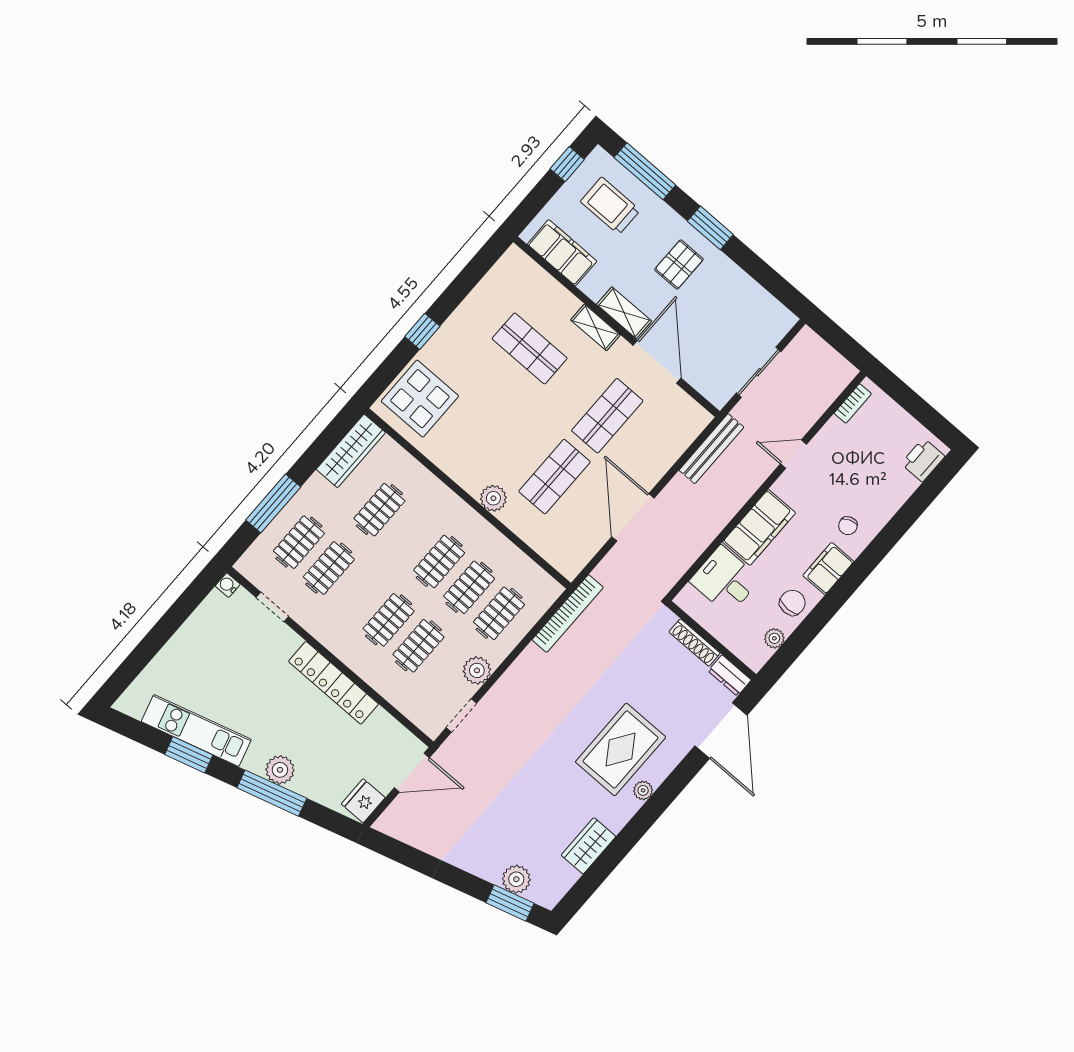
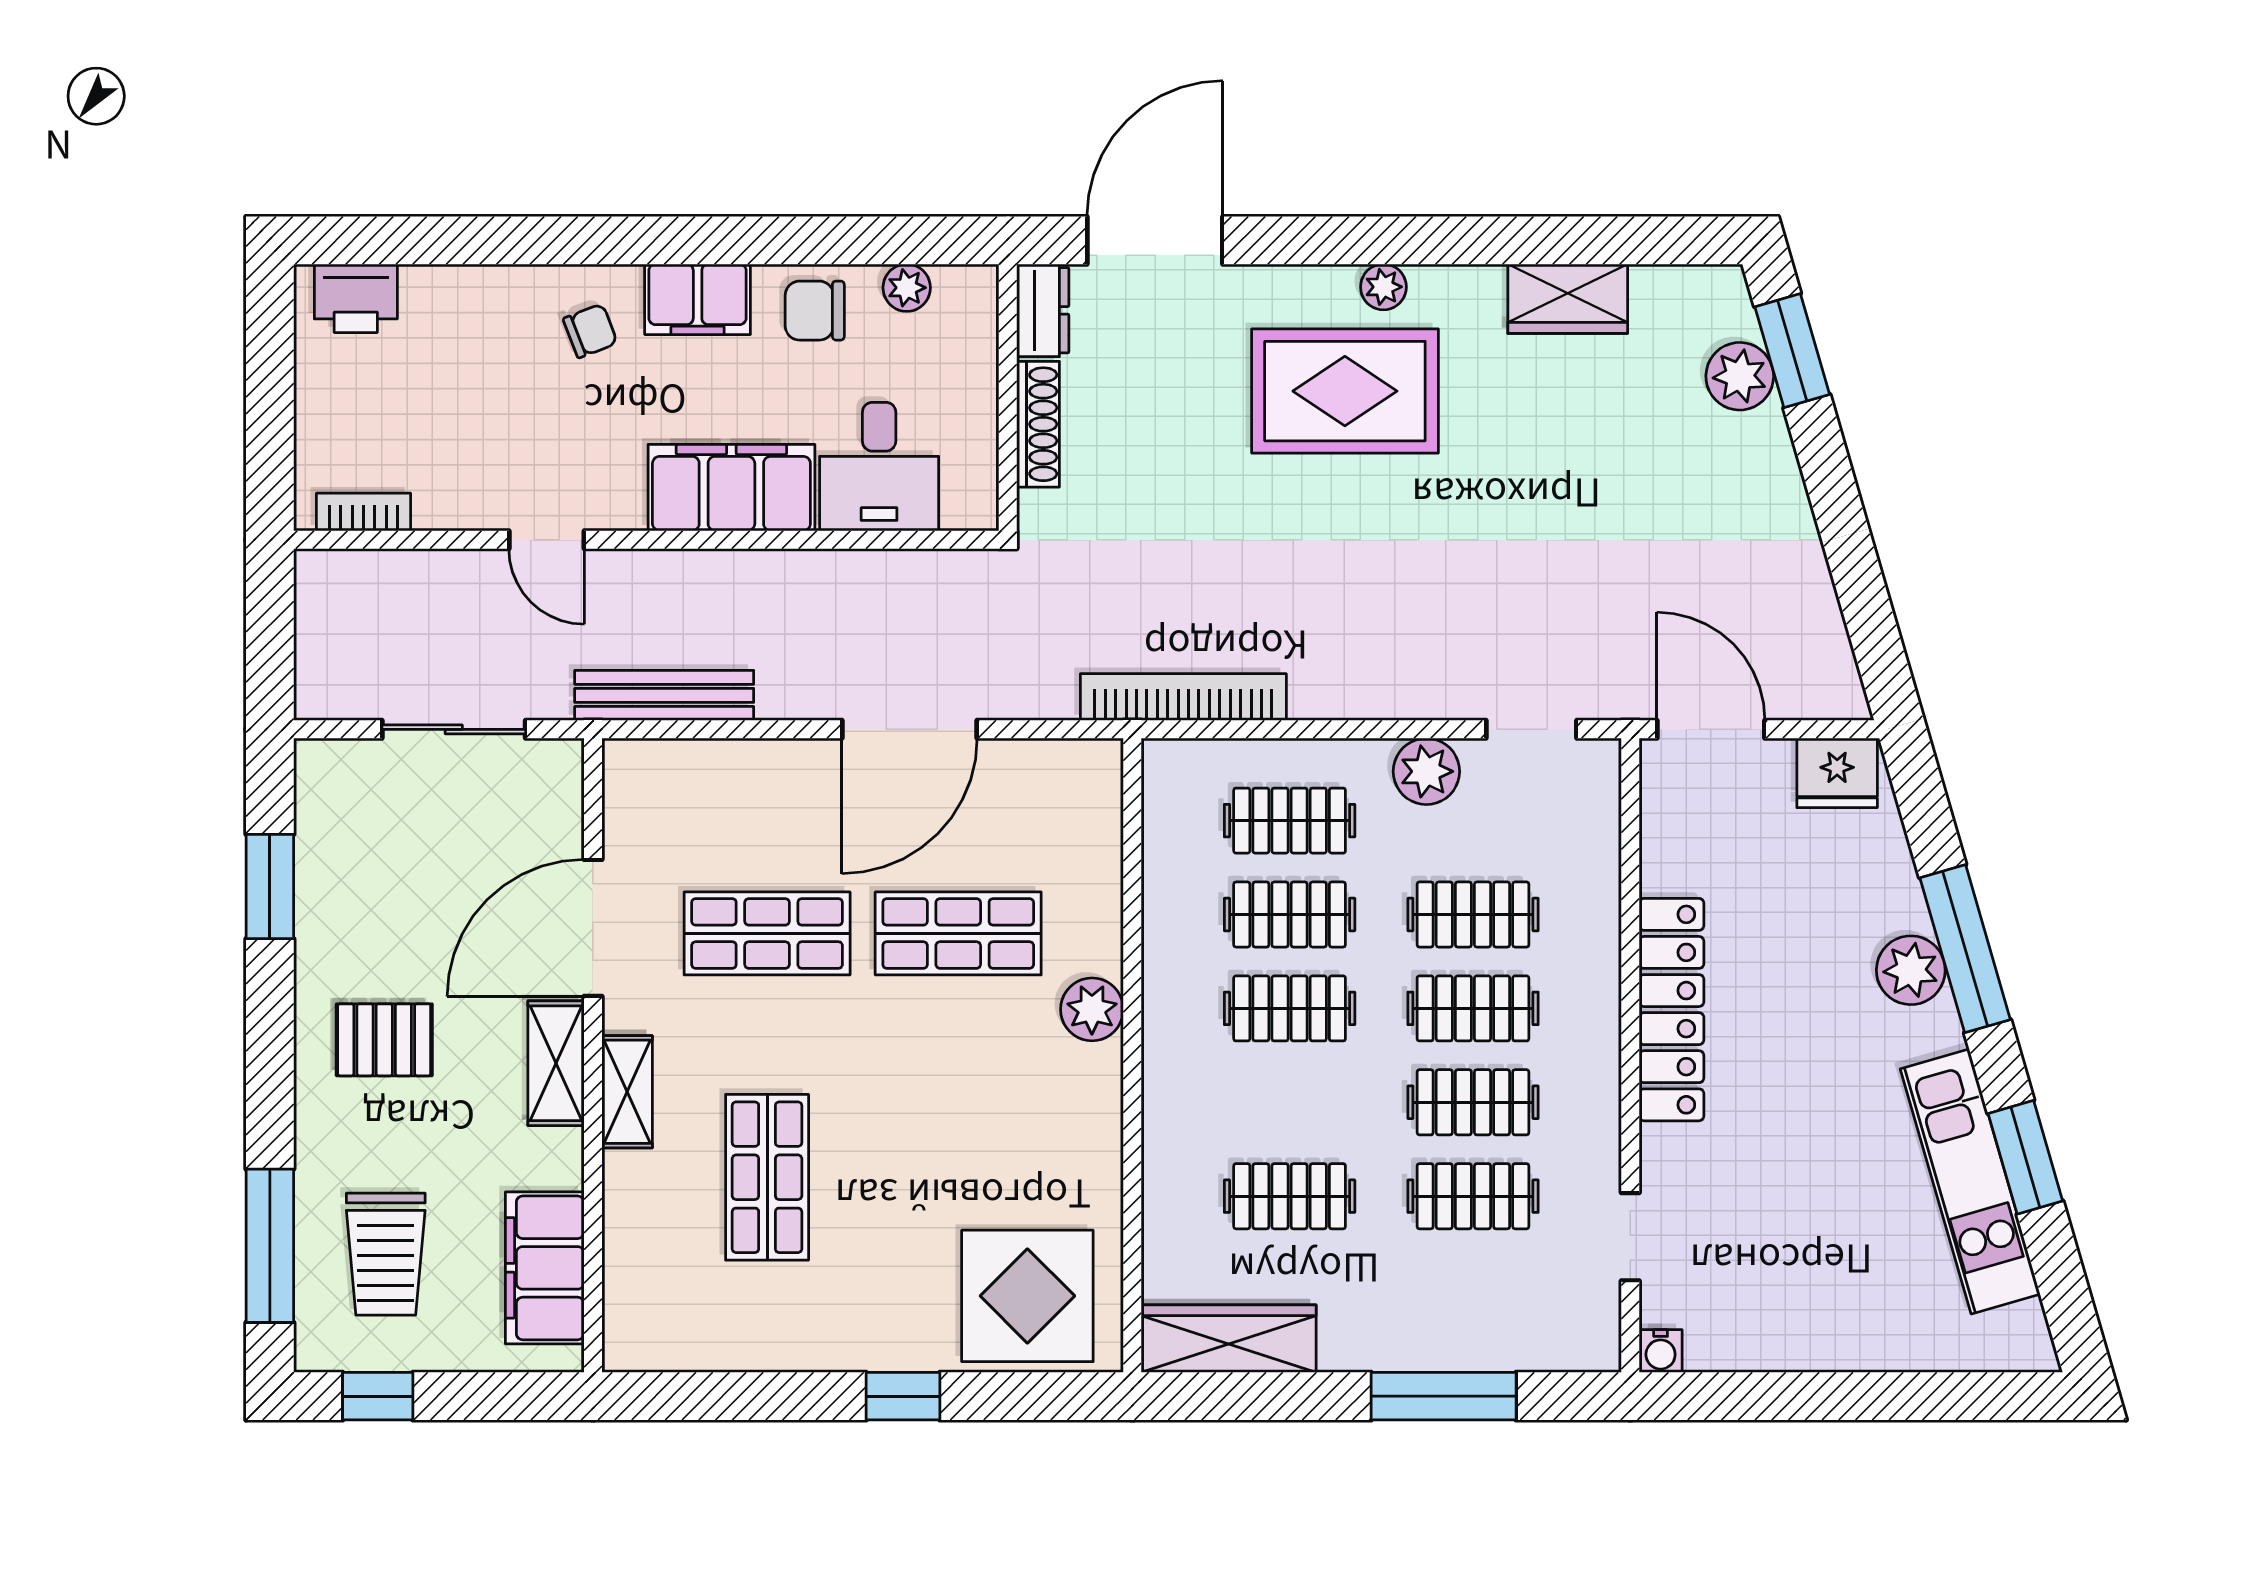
window: (710, 228) -> (270, 887), moved
clothes rail: (299, 542) -> (1473, 1102), moved

